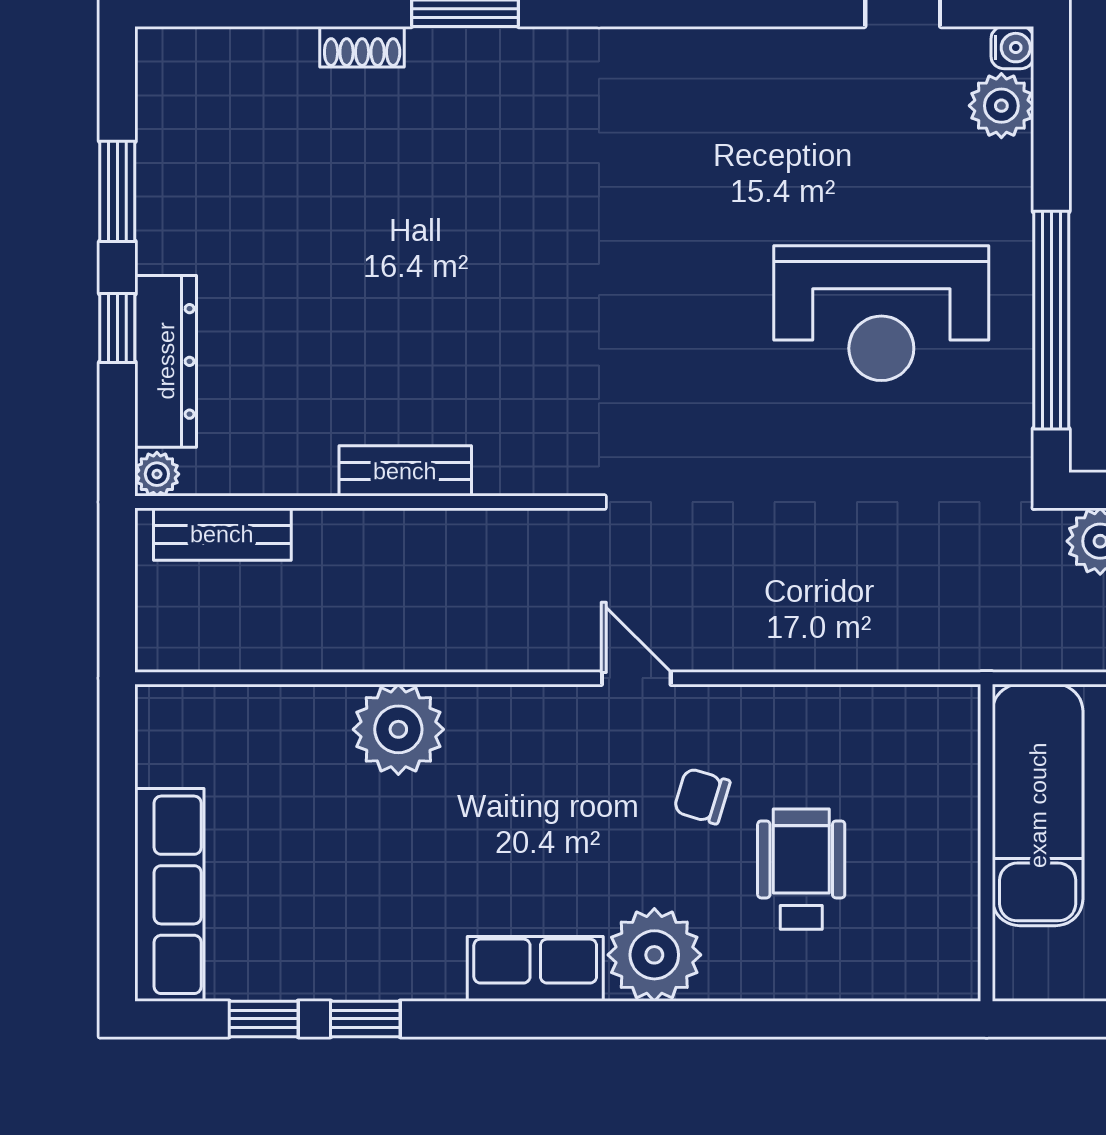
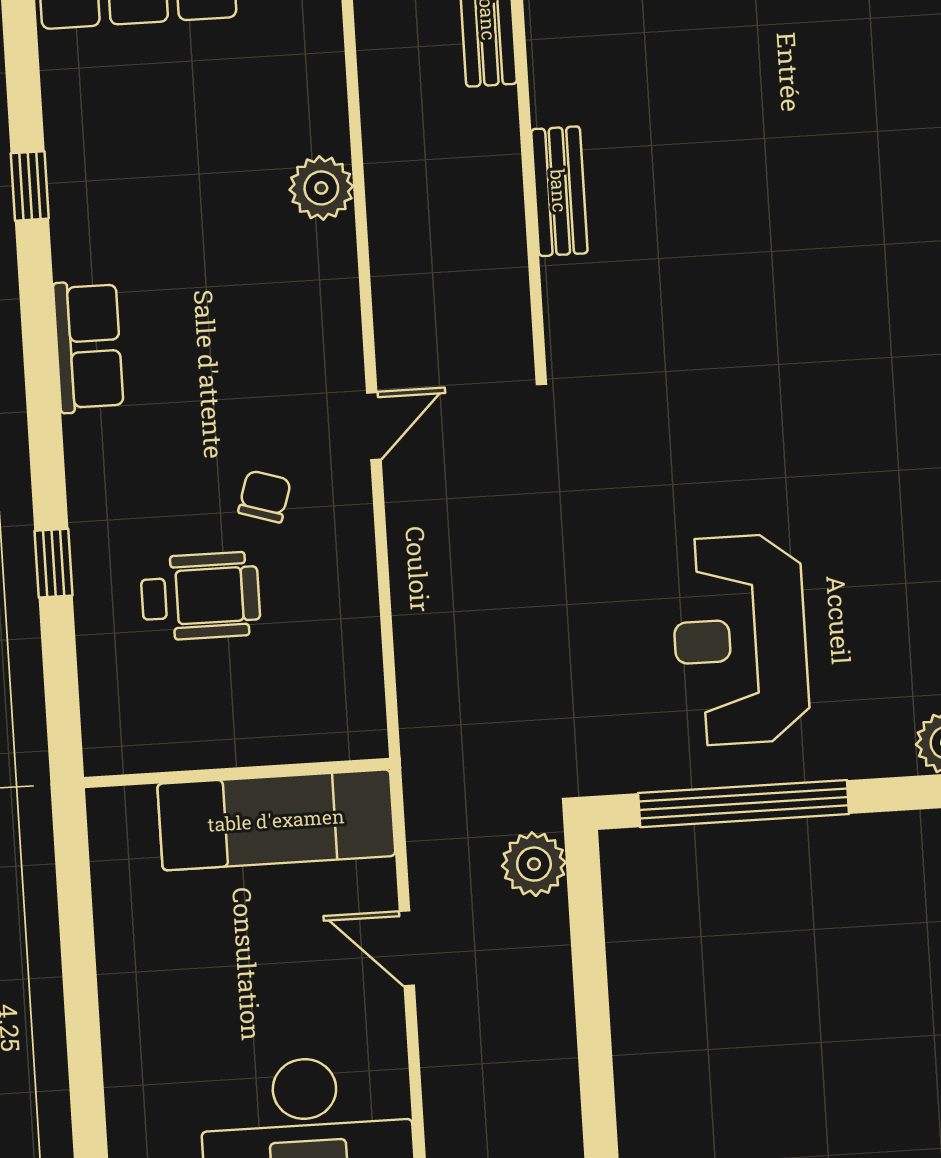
plant: (398, 729) -> (321, 188), width x0.73, depth x0.73
plant: (654, 955) -> (109, 460), removed
window: (264, 1019) -> (54, 563), moved

